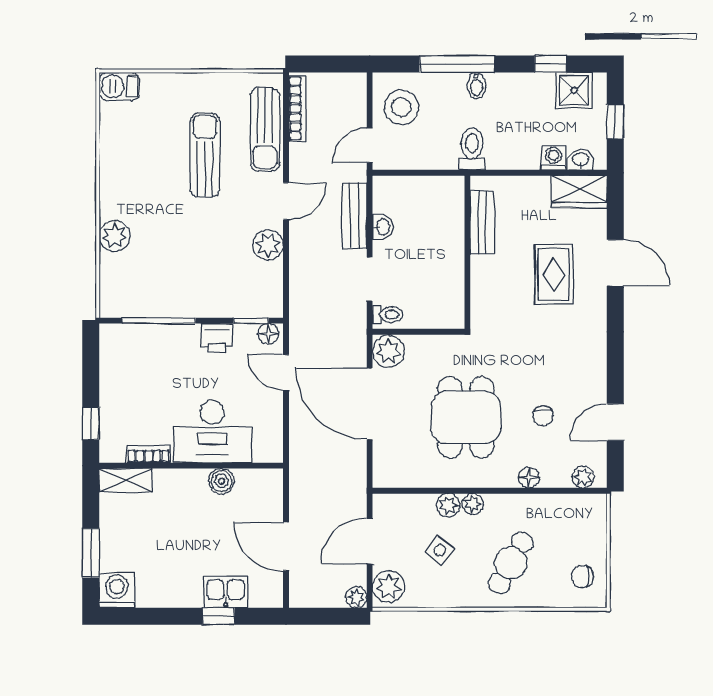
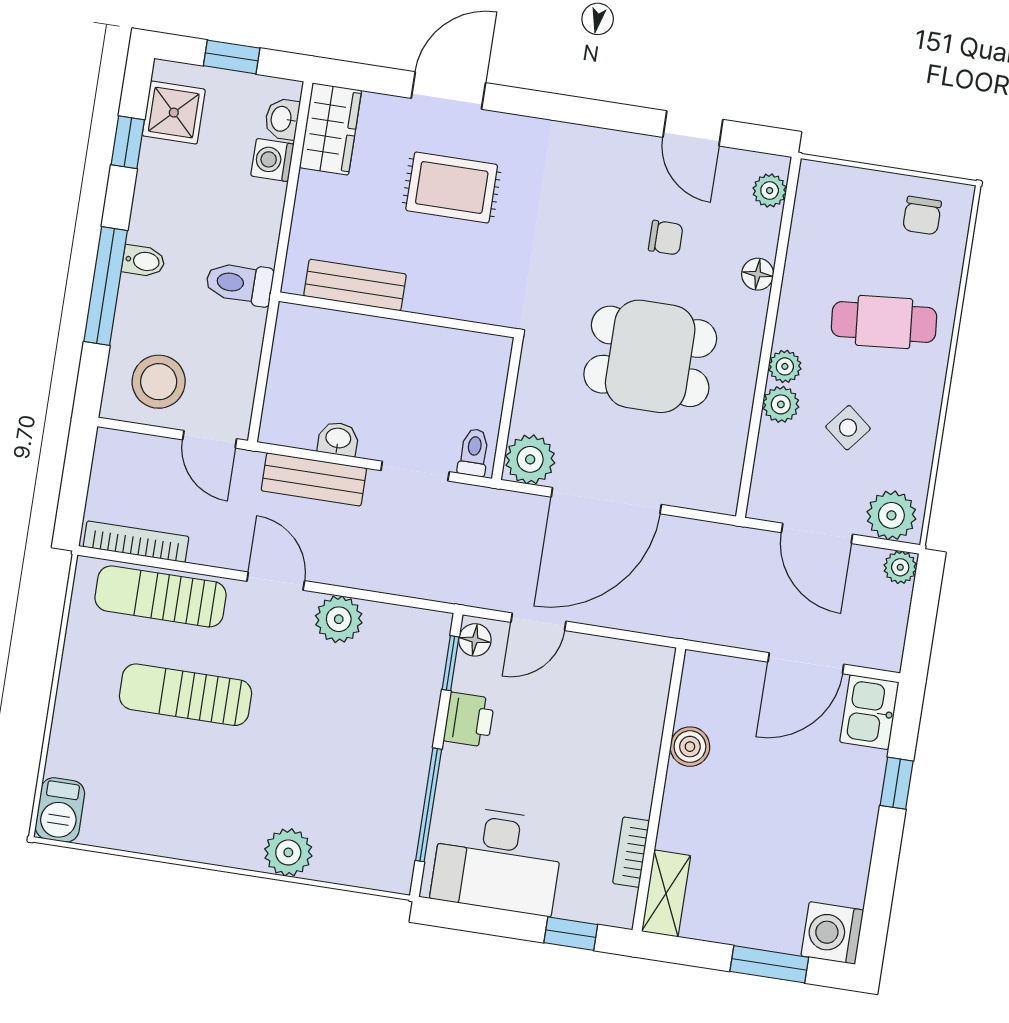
sun lounger: (265, 129) -> (161, 596), turned 180
desk: (212, 432) -> (497, 860), moved, turned 90
cafe table: (511, 563) -> (884, 322), turned -34
kitchen sink: (226, 592) -> (869, 712), moved

